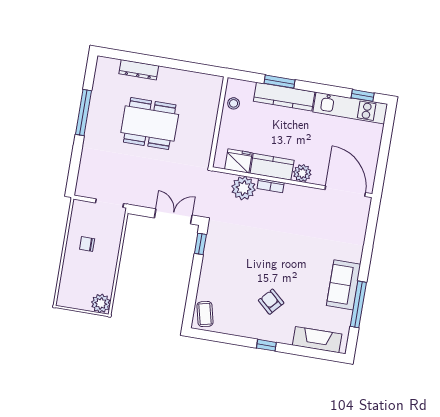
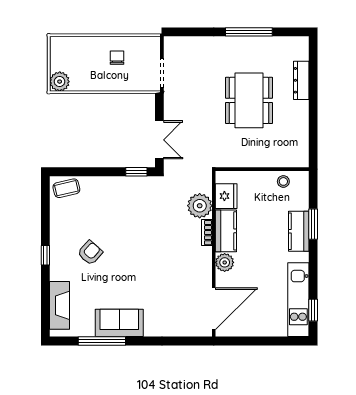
kitchen counter: (284, 97) -> (299, 231), width x0.67

